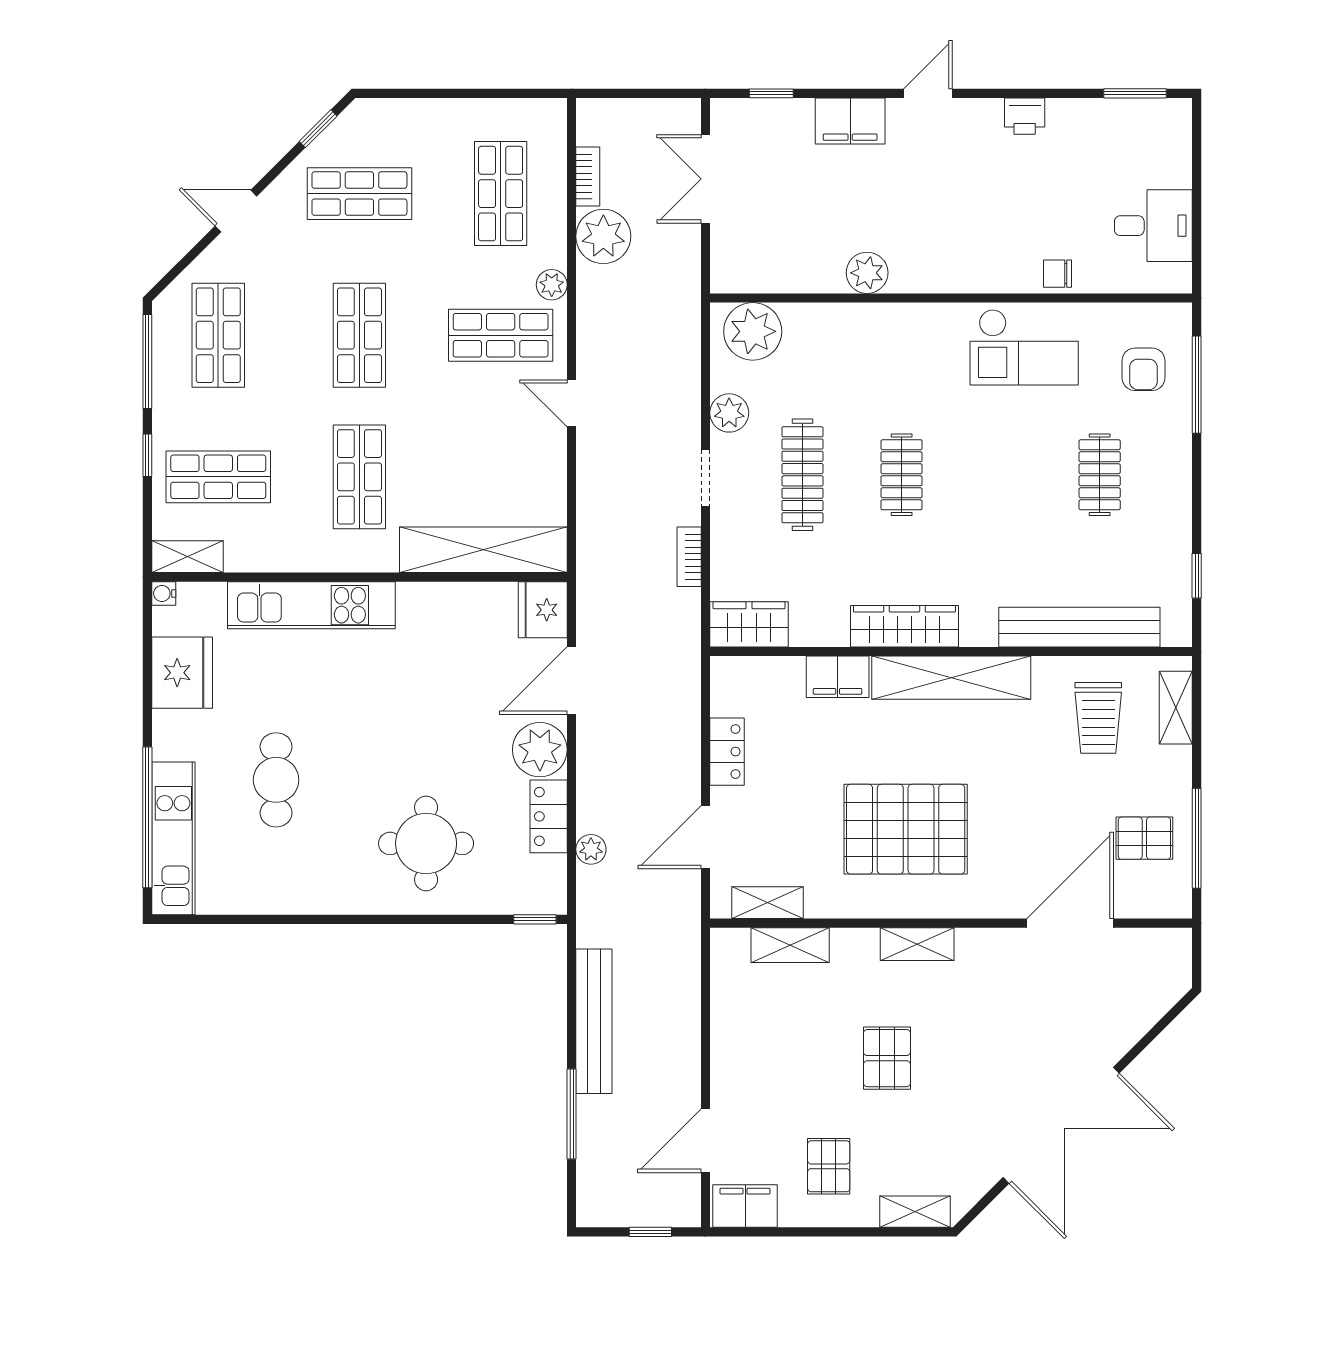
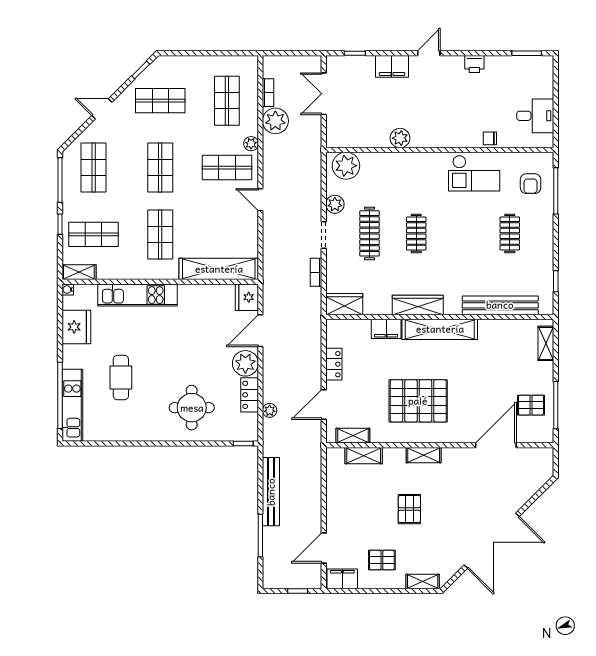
trolley: (1098, 718) -> (509, 348), removed
pallet: (829, 1166) -> (382, 560), turned 90

